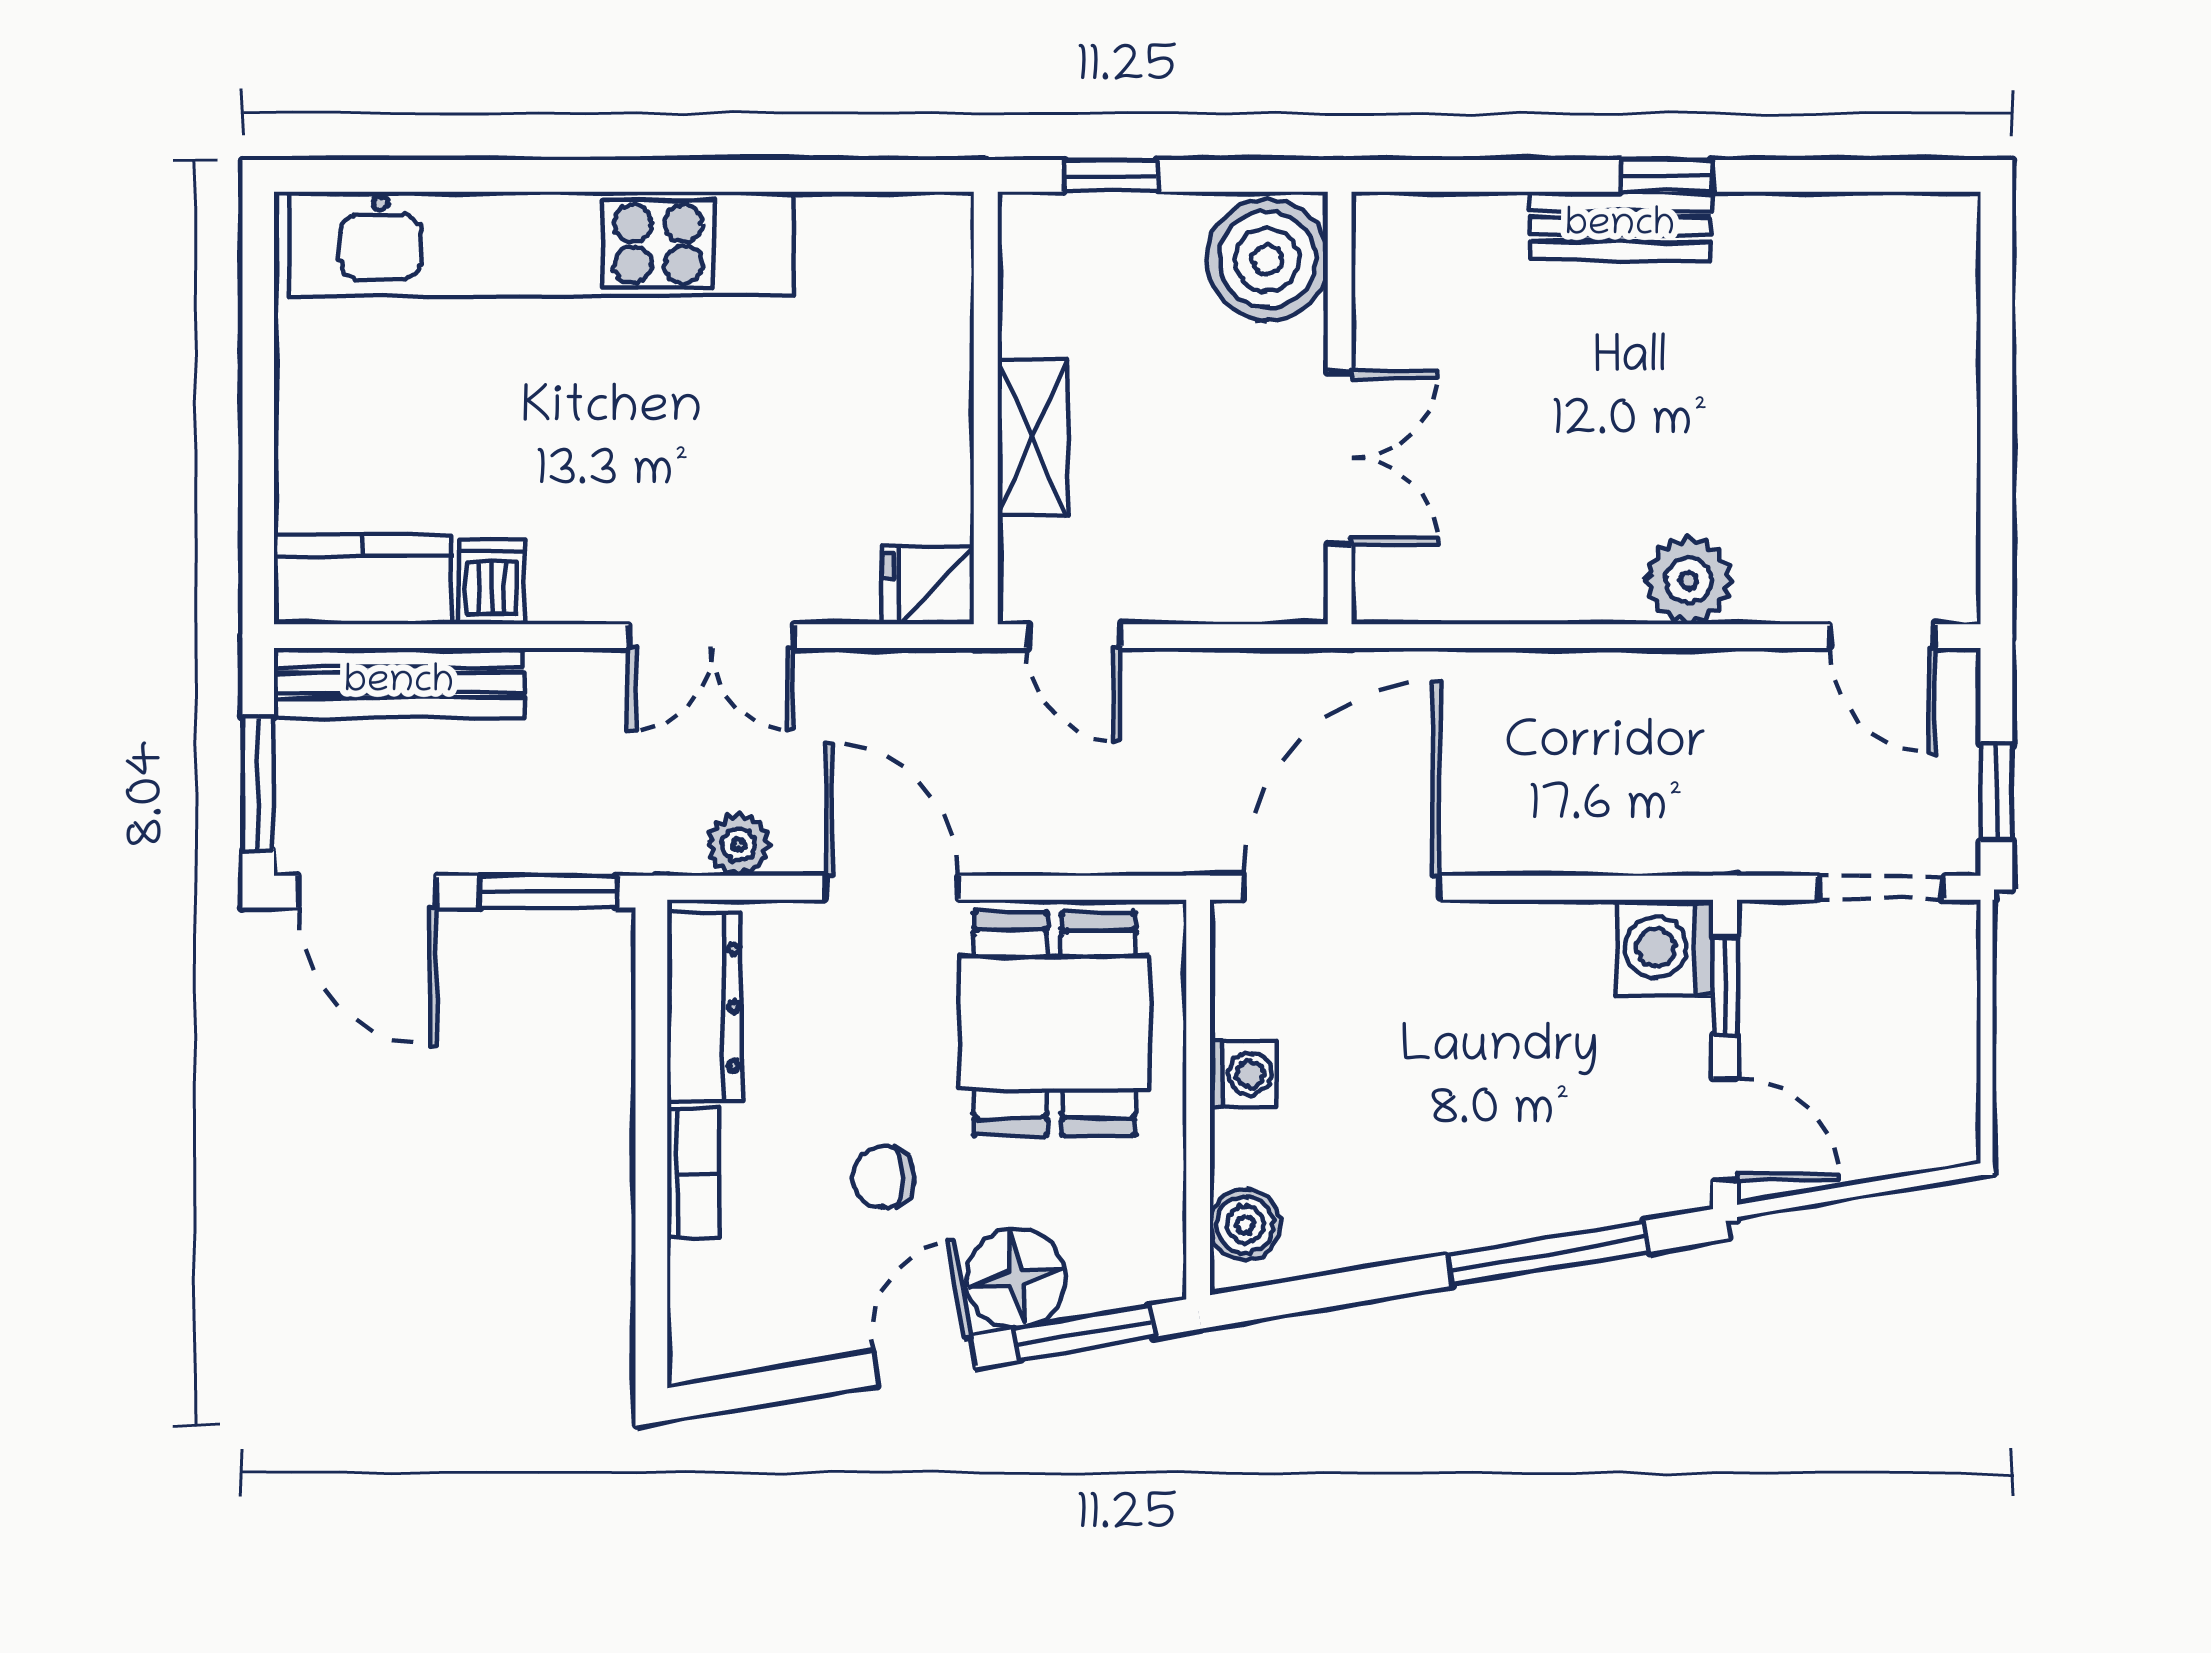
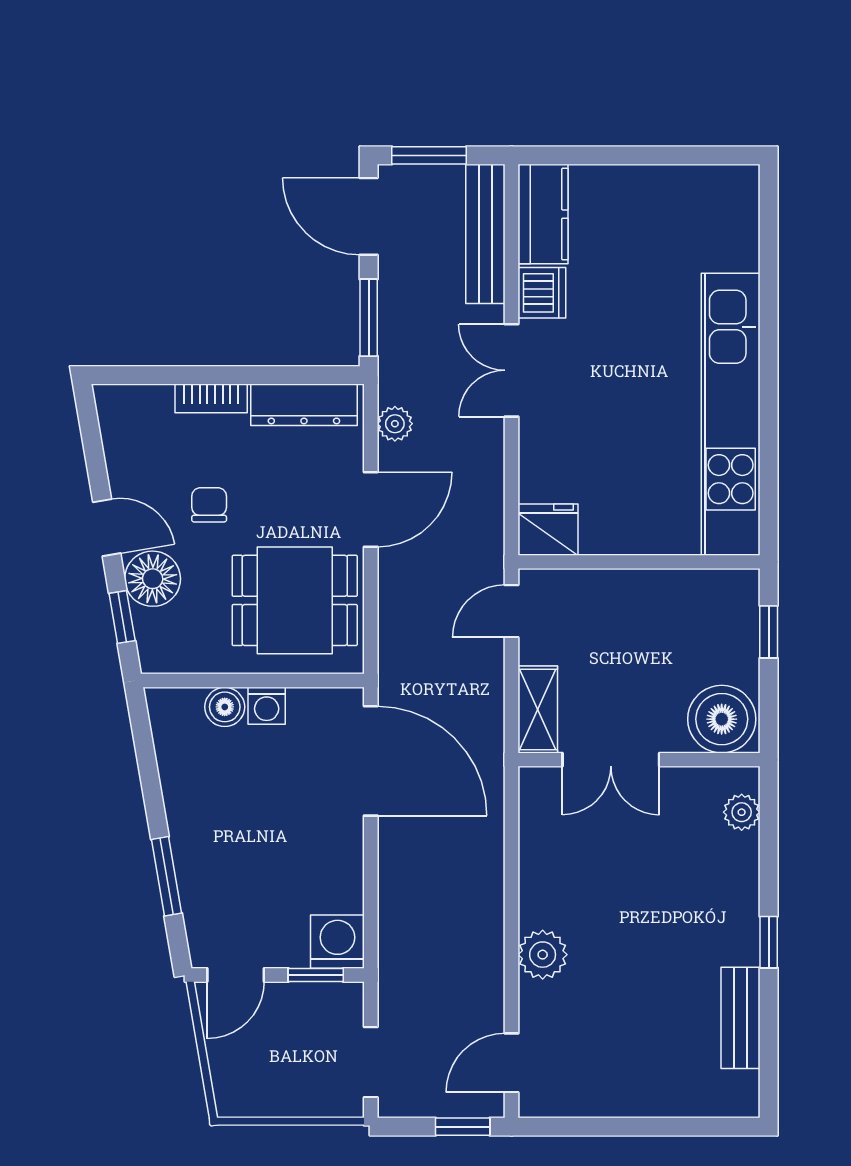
plant: (1434, 224) -> (742, 812), added
bench: (1620, 226) -> (740, 1018), moved
kitchen unit: (542, 244) -> (731, 414), moved
shelving: (1033, 437) -> (538, 709), moved, turned 90
dishwasher: (492, 582) -> (542, 293), width x1.38
fridge: (928, 586) -> (548, 530), width x1.38
double door: (711, 636) -> (511, 370), moved
window: (1996, 792) -> (463, 1127), moved
door: (367, 892) -> (369, 216), hinge flipped
boiler: (1245, 1225) -> (225, 707), moved
window: (1548, 1253) -> (167, 876), width x0.69
window: (1084, 1333) -> (122, 617), width x0.67

